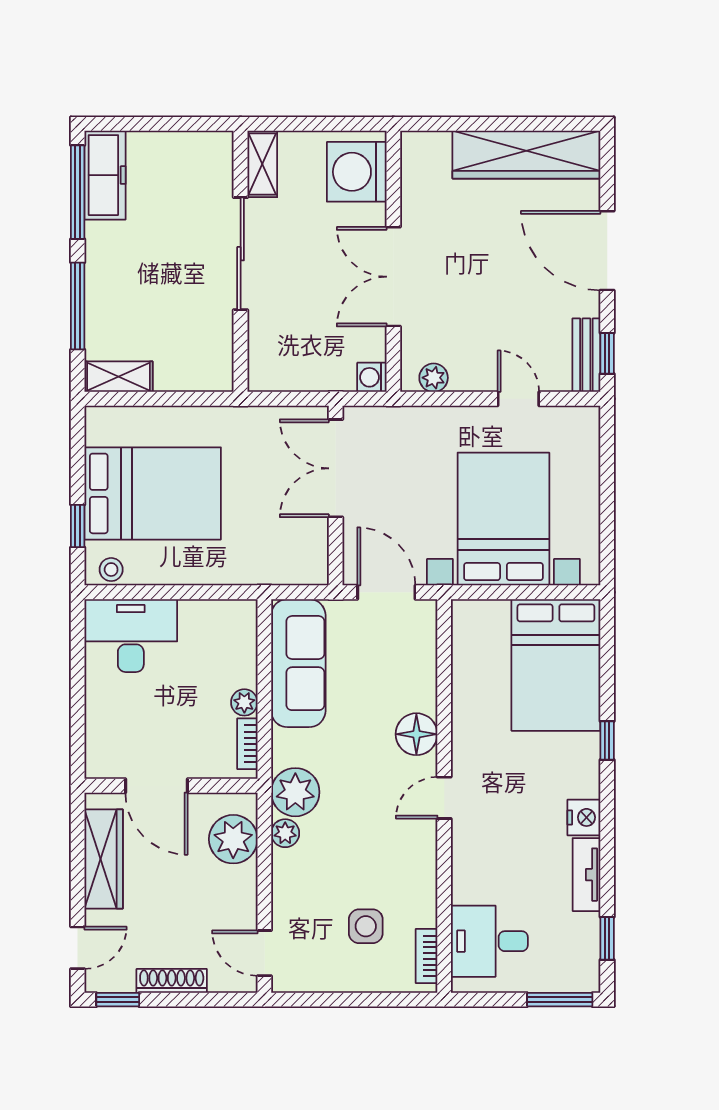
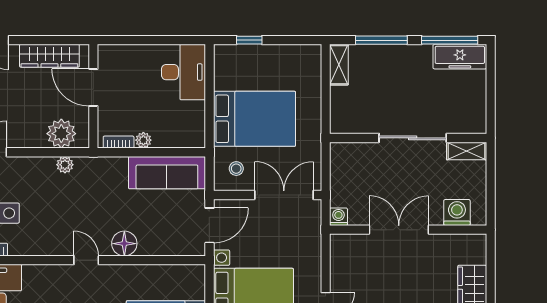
washing machine: (357, 172) -> (457, 212), width x0.73, depth x0.73
plant: (434, 378) -> (338, 254), removed
bed: (153, 493) -> (255, 119), moved, turned -90
stool: (111, 570) -> (236, 169), moved
door: (156, 786) -> (93, 88), hinge flipped
plant: (295, 792) -> (90, 171), removed

